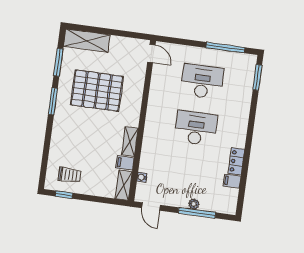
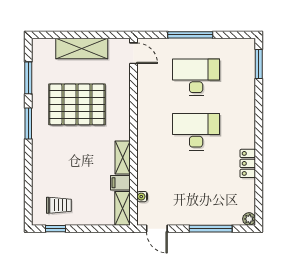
shelving: (87, 41) -> (82, 49), moved
window: (225, 48) -> (190, 35), moved
filing cabinet: (232, 181) -> (246, 187), removed
plant: (194, 204) -> (249, 219), moved

